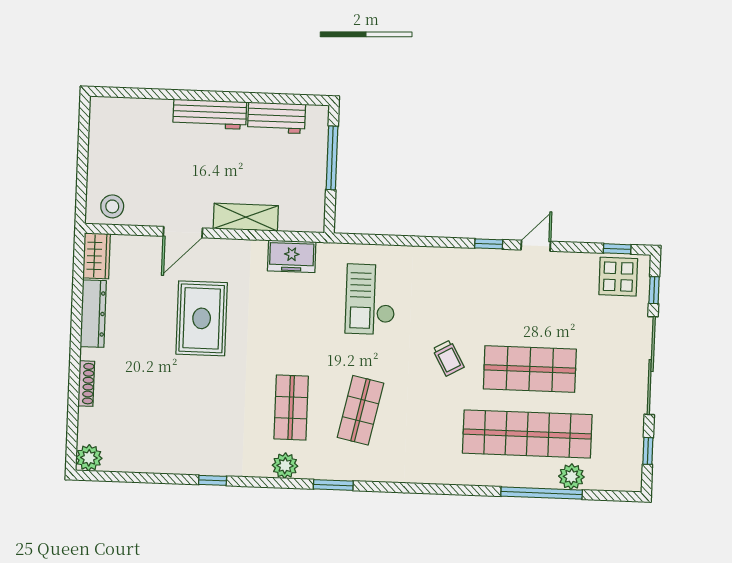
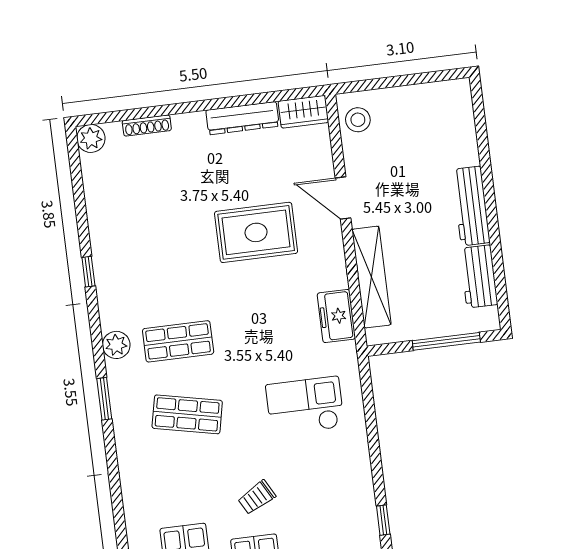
shelving: (246, 217) -> (372, 277), width x1.47
shoe rack: (86, 384) -> (147, 125), moved

